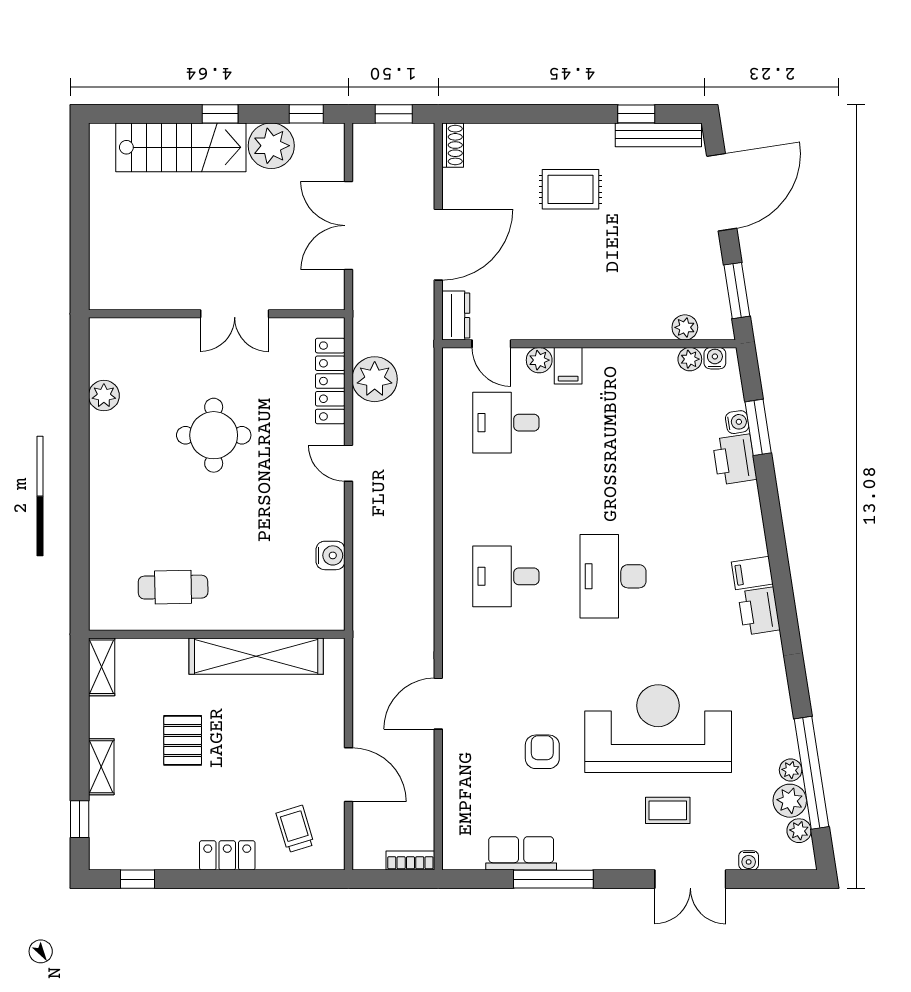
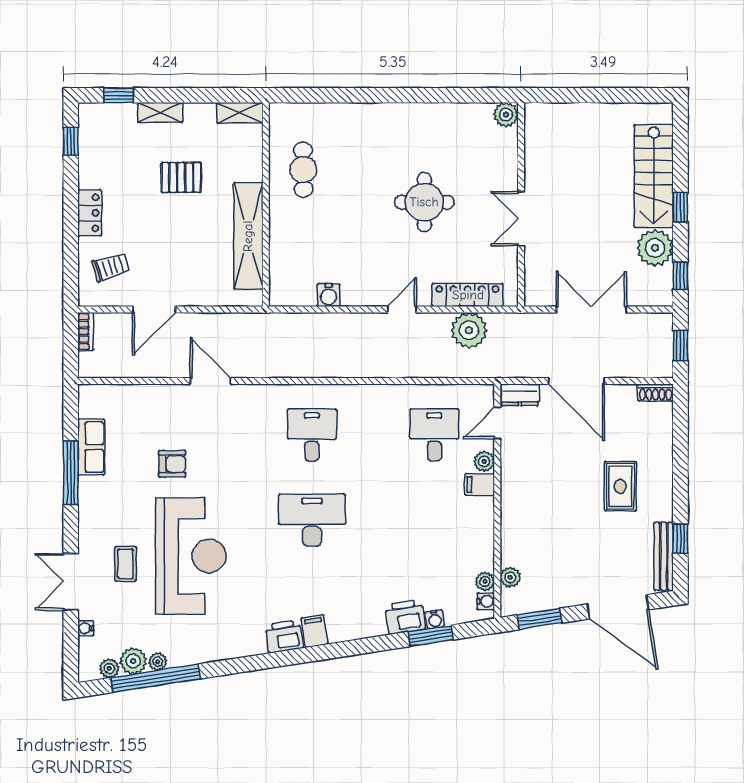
plant: (104, 396) -> (506, 115), moved
bookcase: (410, 860) -> (86, 332), moved

